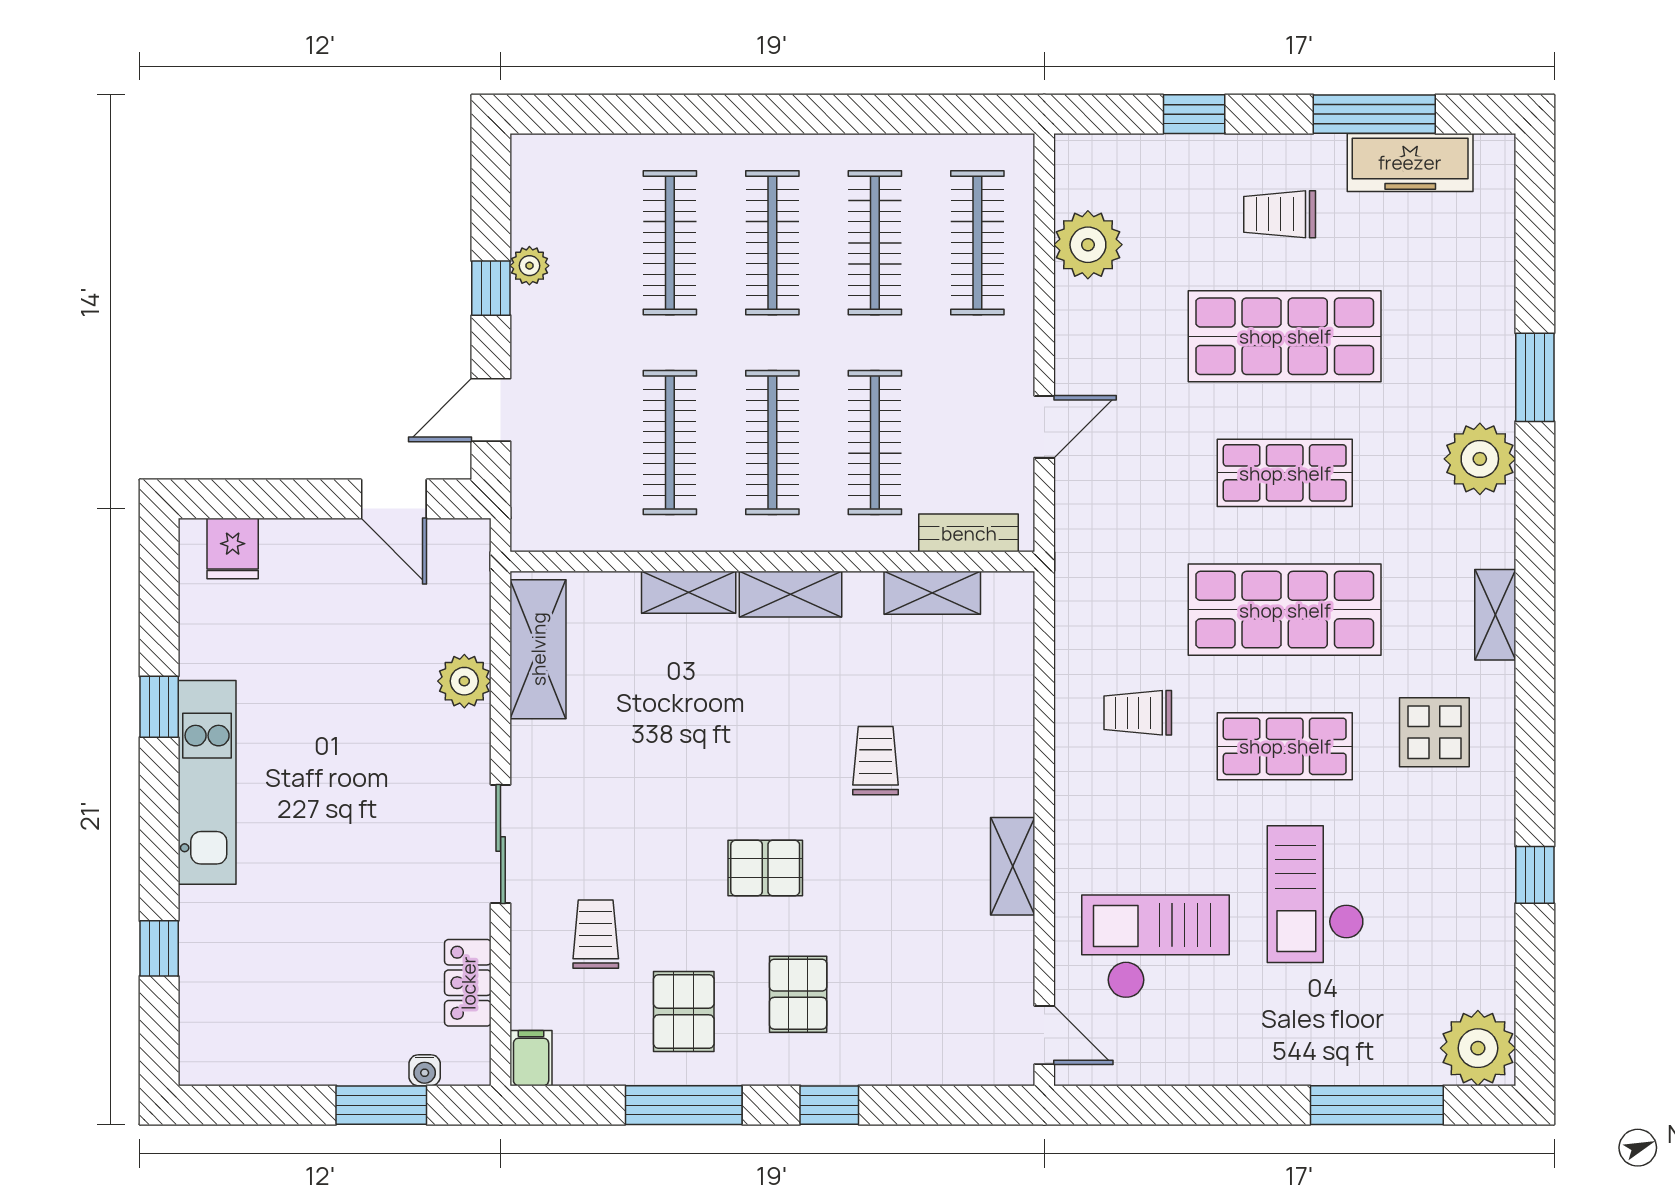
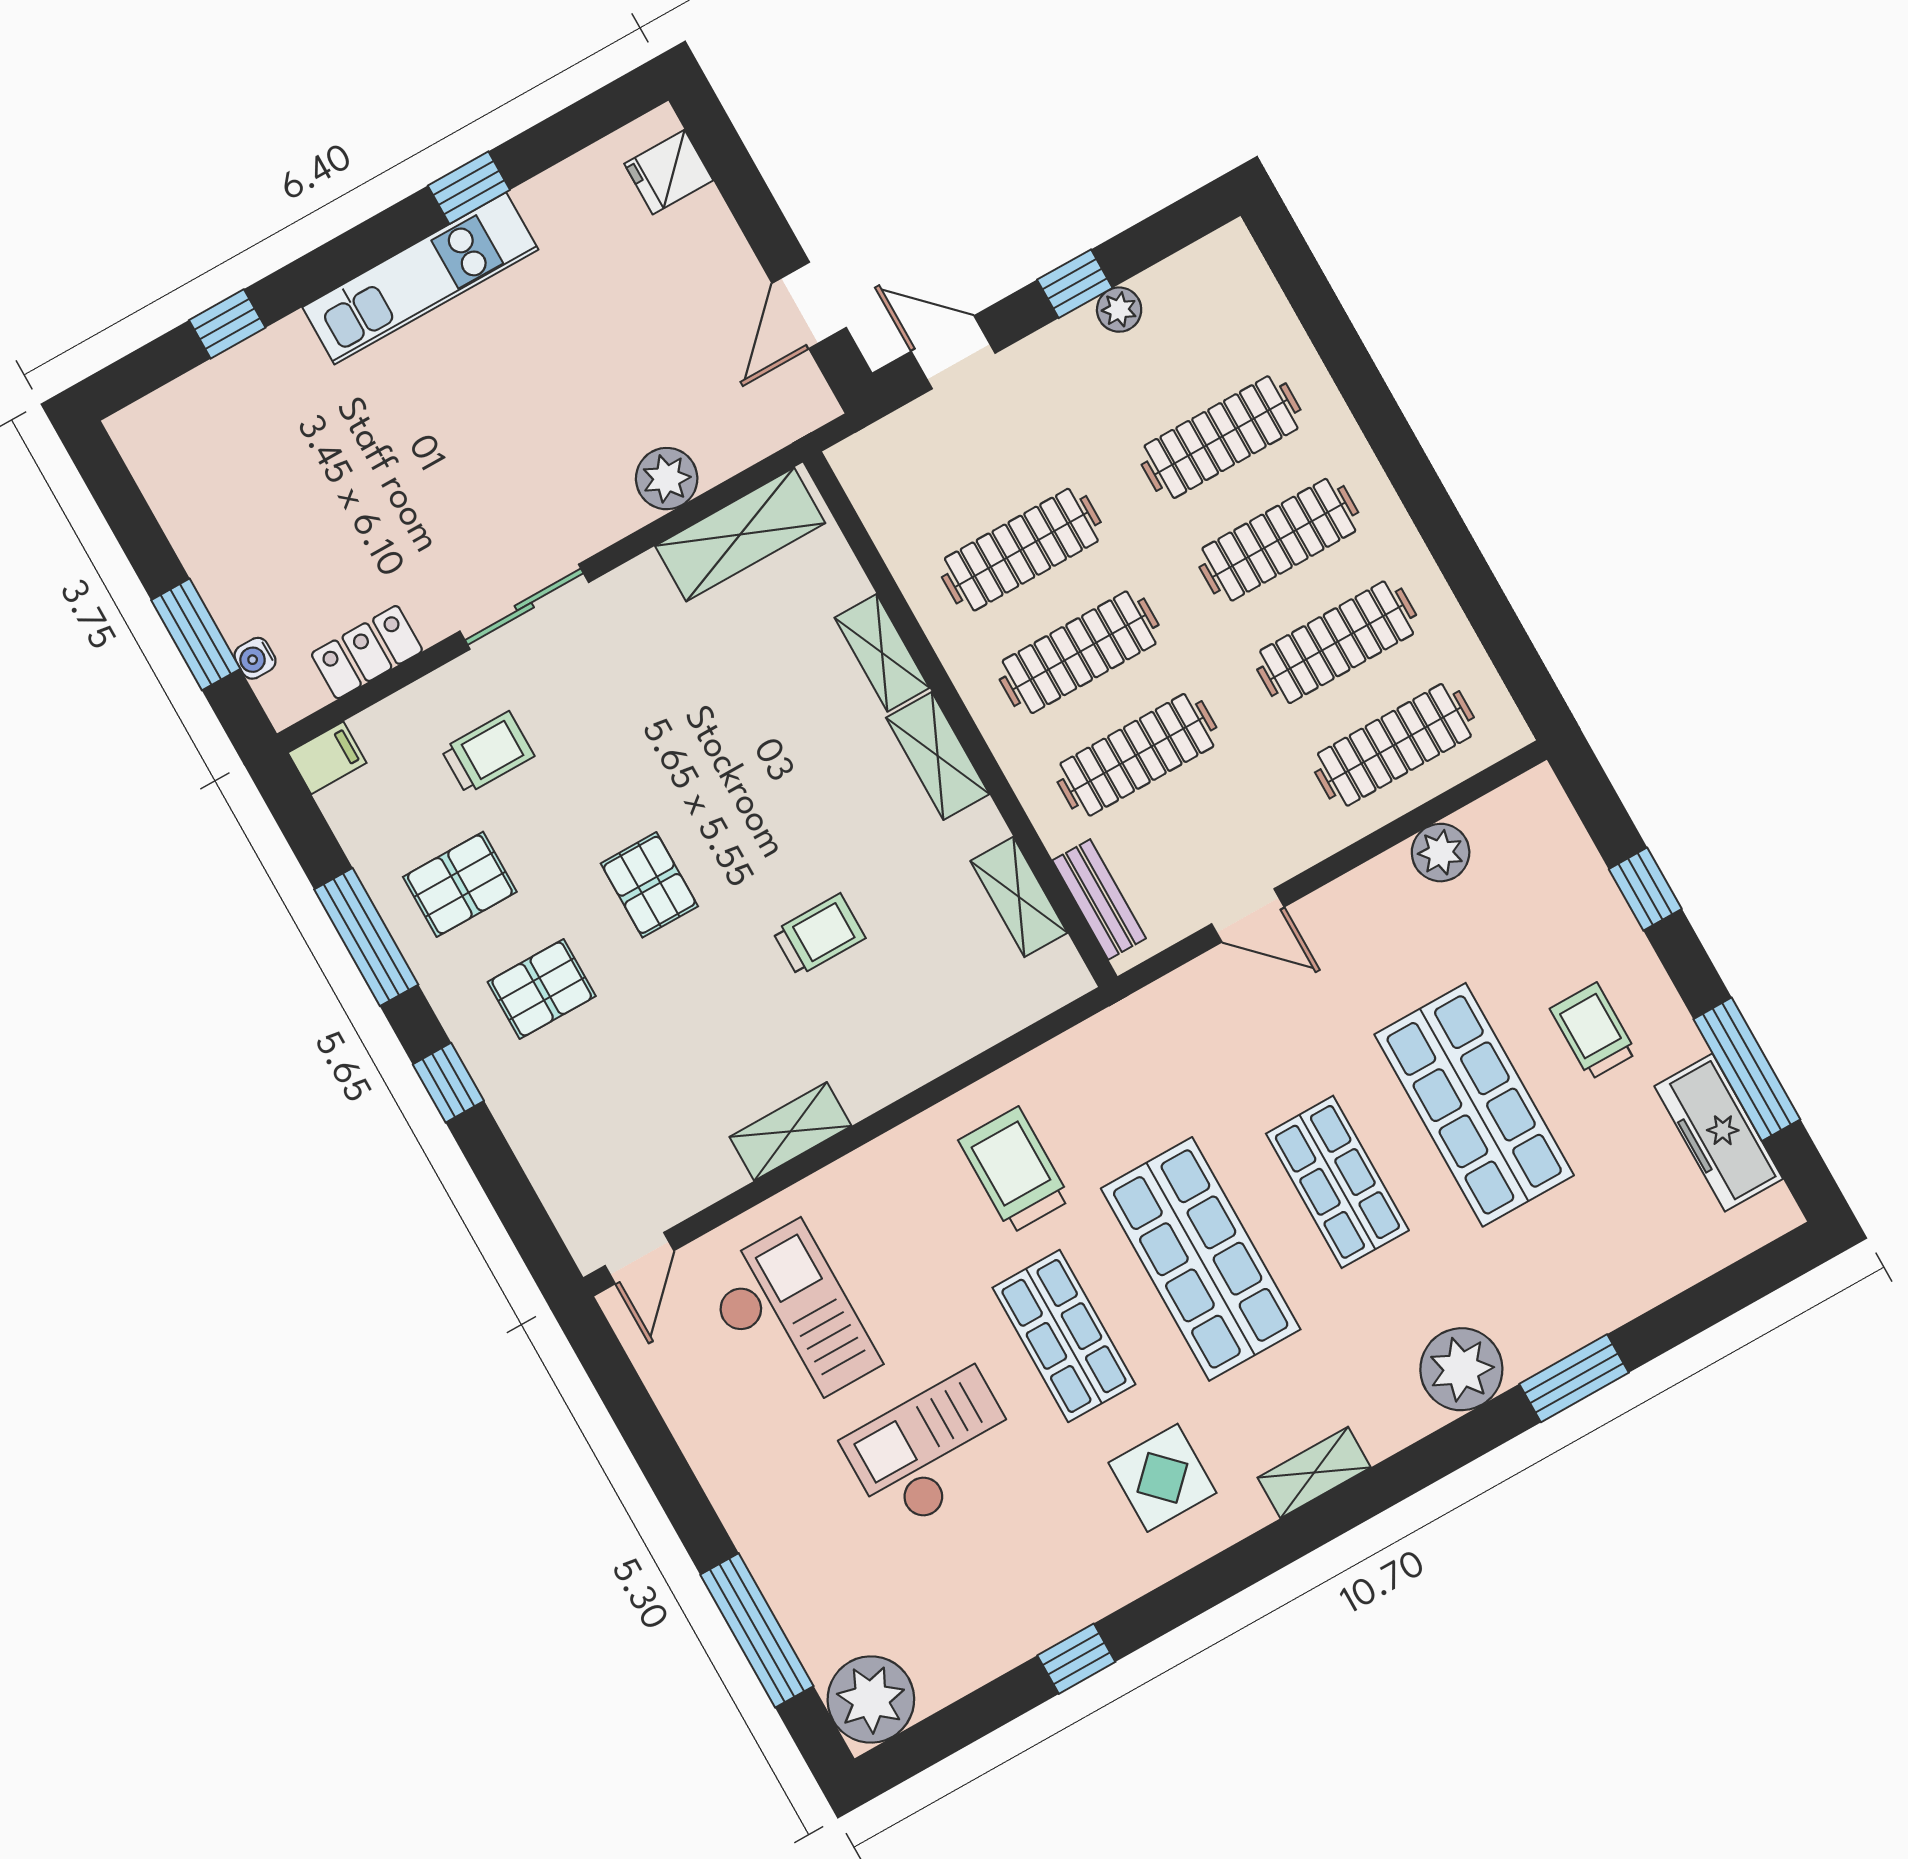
plant: (1088, 245) -> (1441, 853), width x0.73, depth x0.73
trolley: (1138, 713) -> (1015, 1170), width x1.36, depth x1.39

